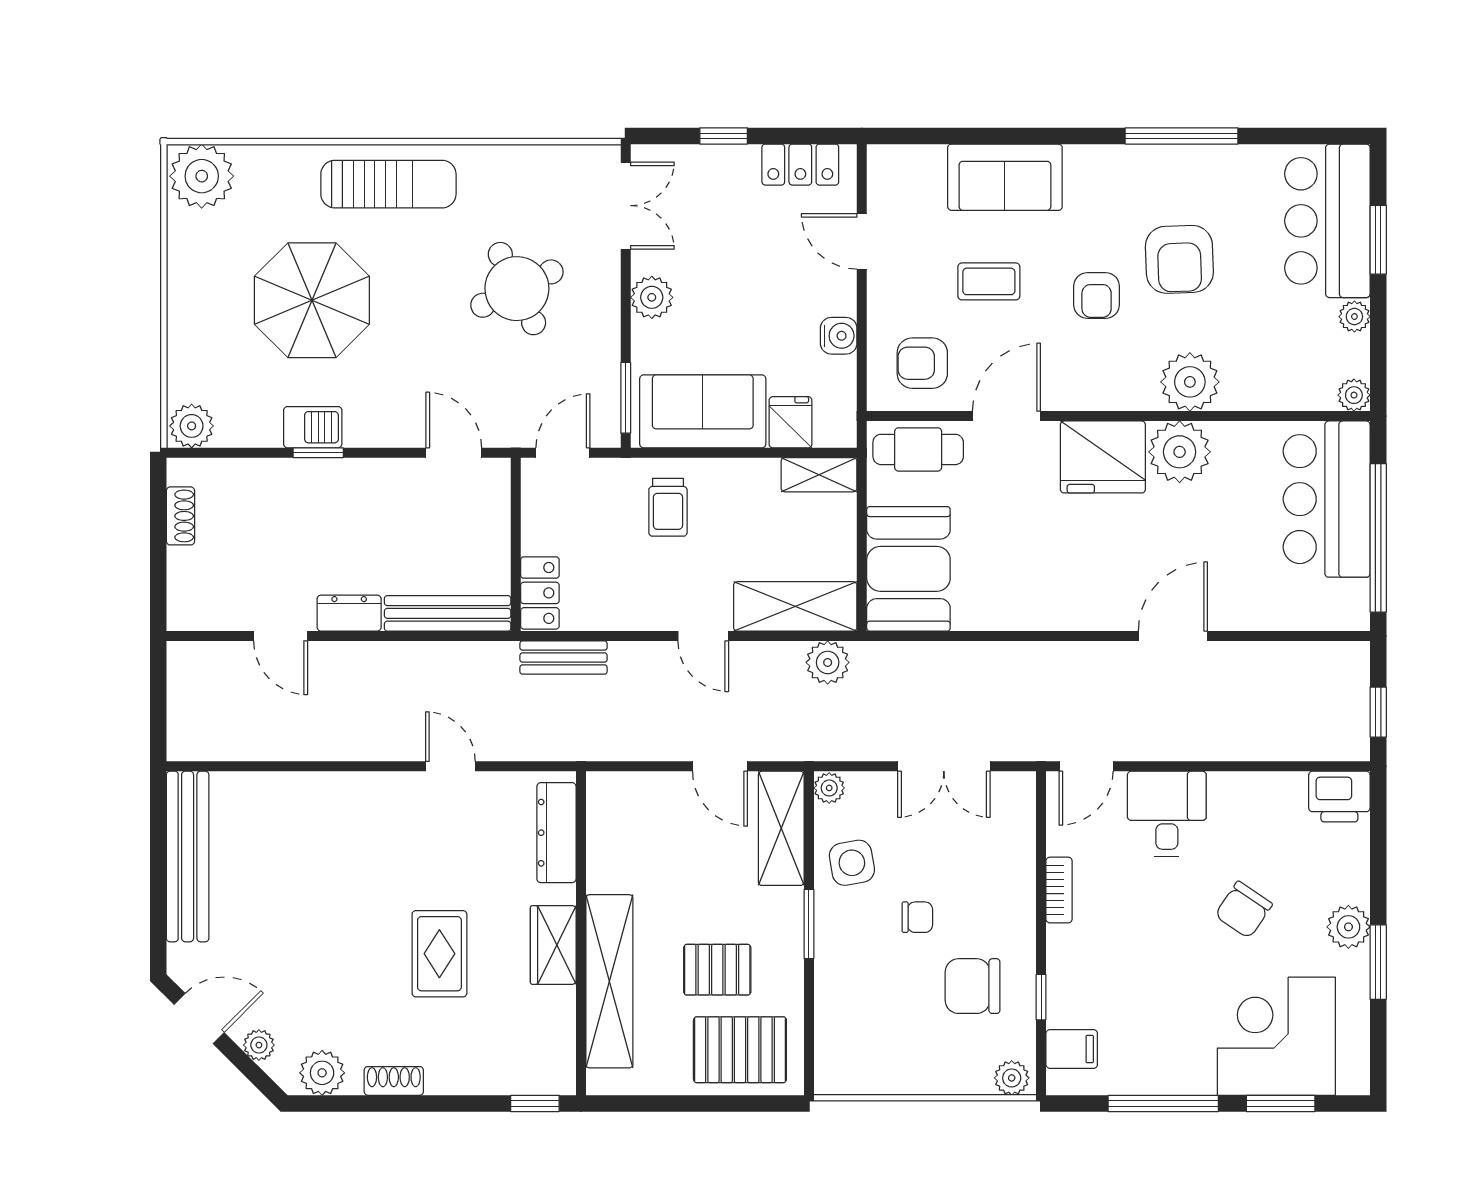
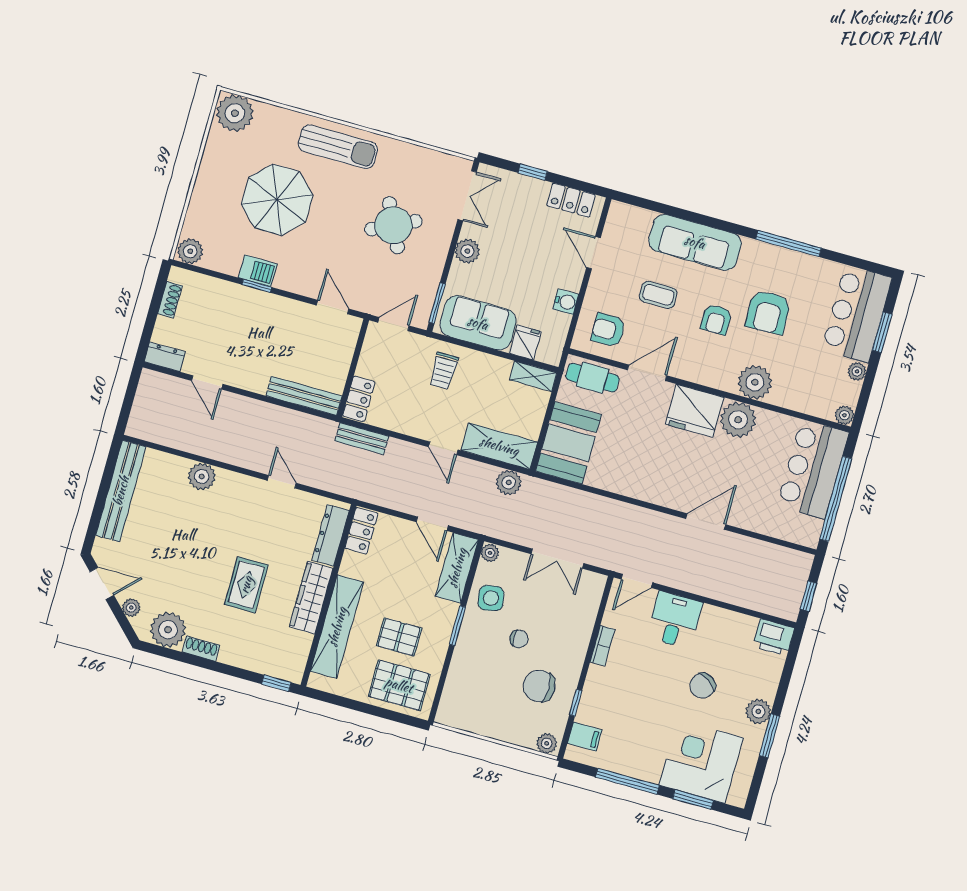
sofa: (1005, 177) -> (695, 242), width x1.36
dresser: (349, 613) -> (165, 357), moved
plant: (315, 795) -> (202, 476), added
locker: (605, 811) -> (361, 531), added
wardrobe: (553, 945) -> (311, 598), width x1.50
plant: (322, 1073) -> (168, 630), width x1.36, depth x1.36

